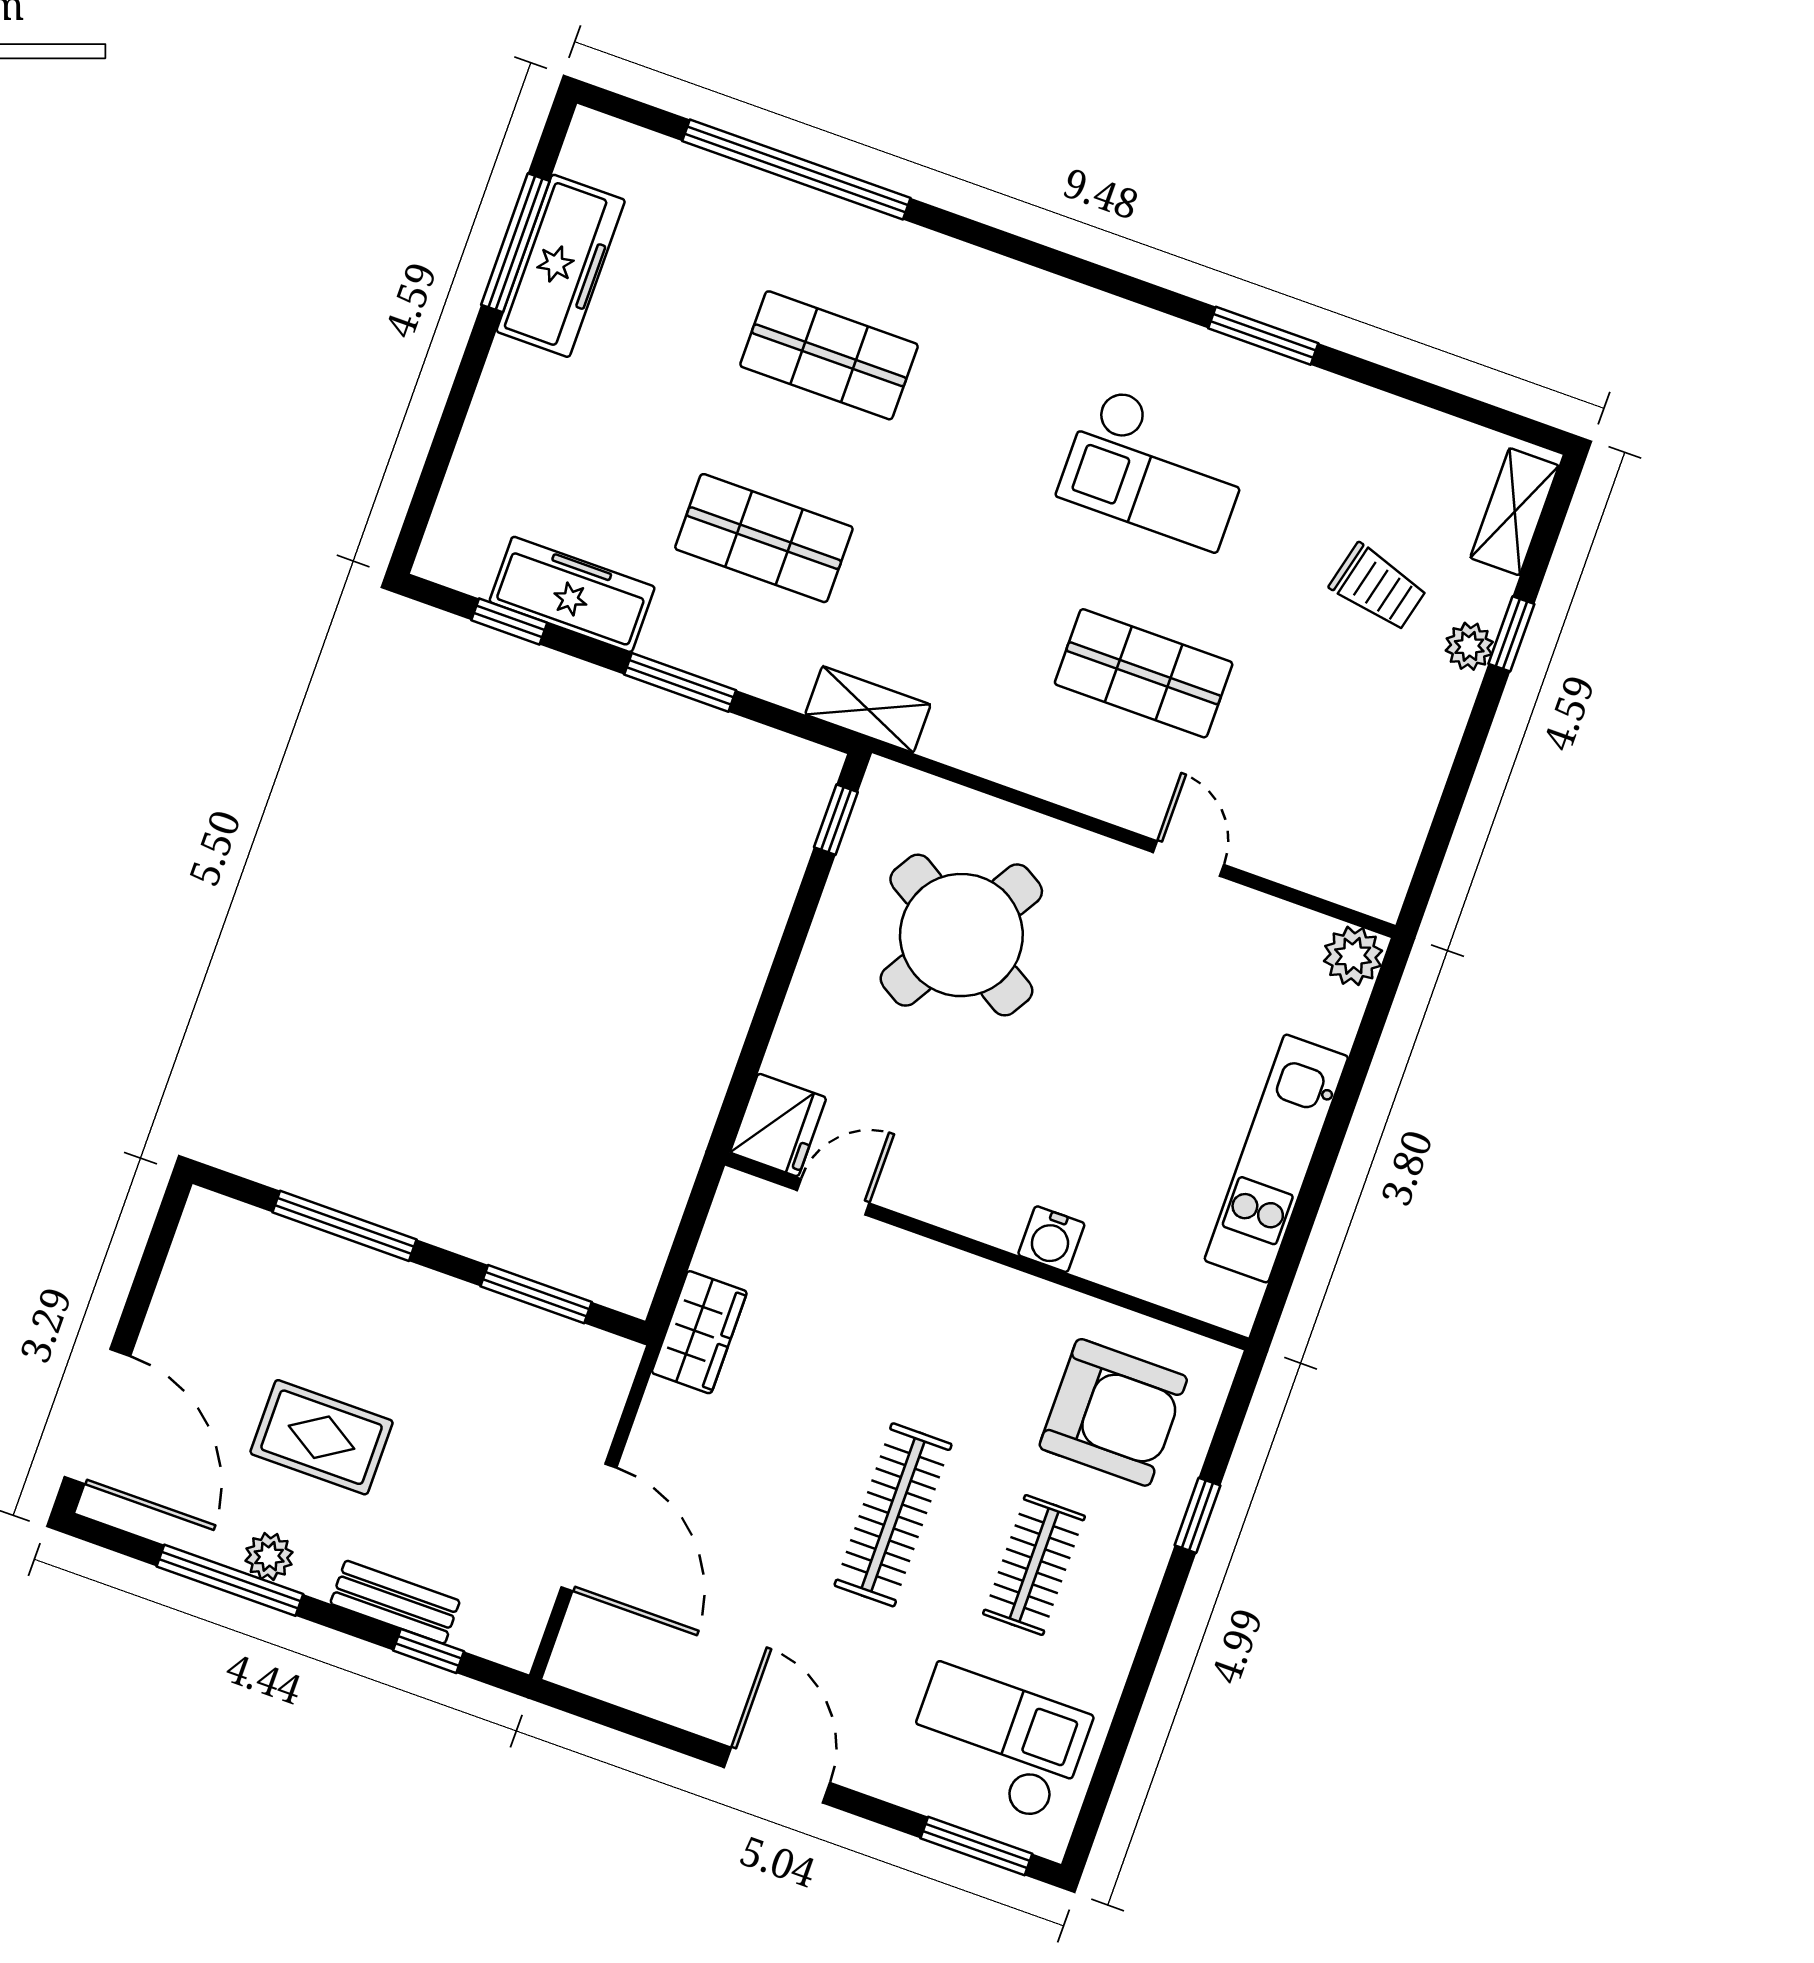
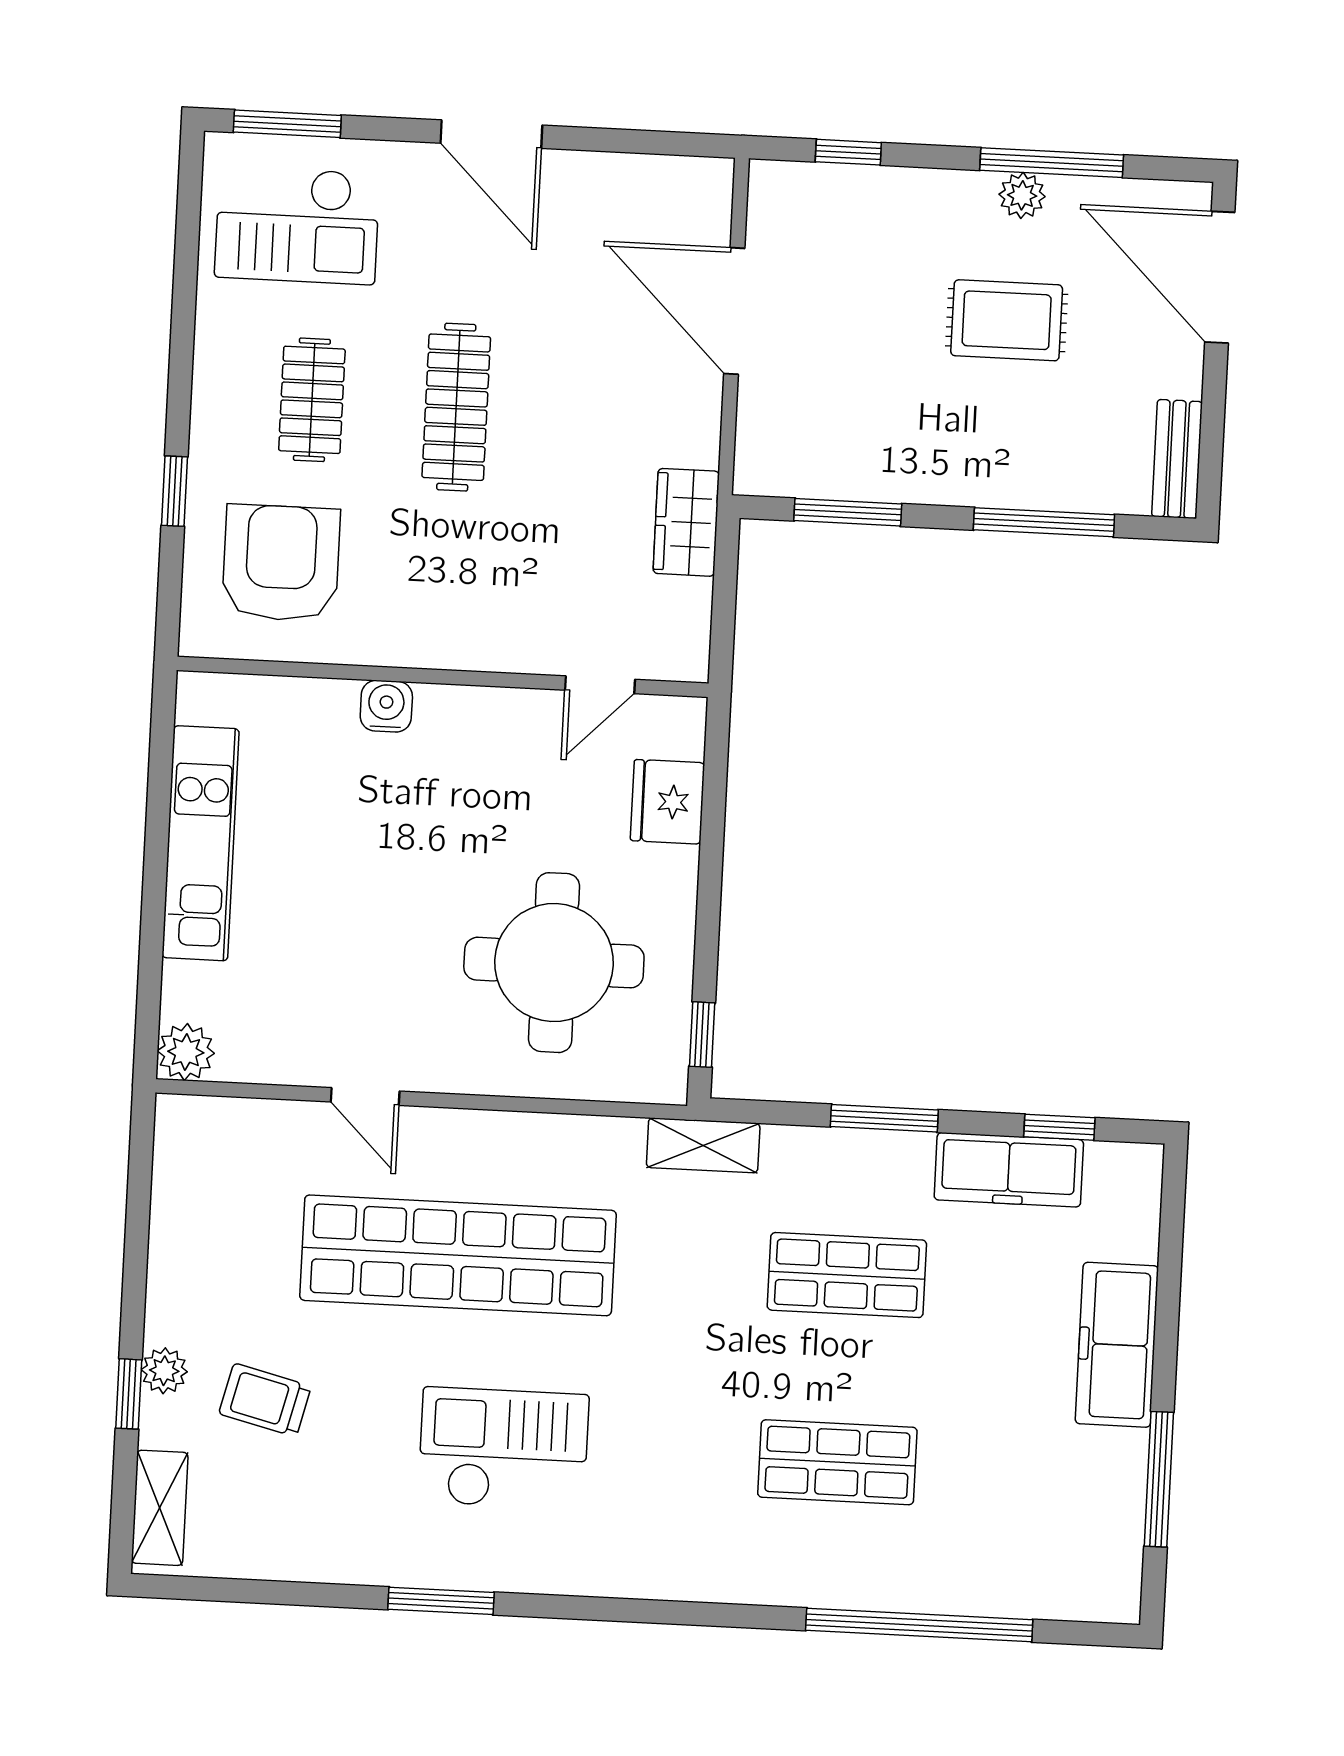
freezer: (561, 266) -> (1117, 1345), moved
shop shelf: (1144, 673) -> (458, 1255), width x2.00, depth x1.36
round table: (961, 935) -> (554, 963), turned -31
fridge: (778, 1125) -> (667, 802), moved
armchair: (1113, 1412) -> (281, 563), turned 90
bench: (395, 1602) -> (1177, 459), moved, turned 90

